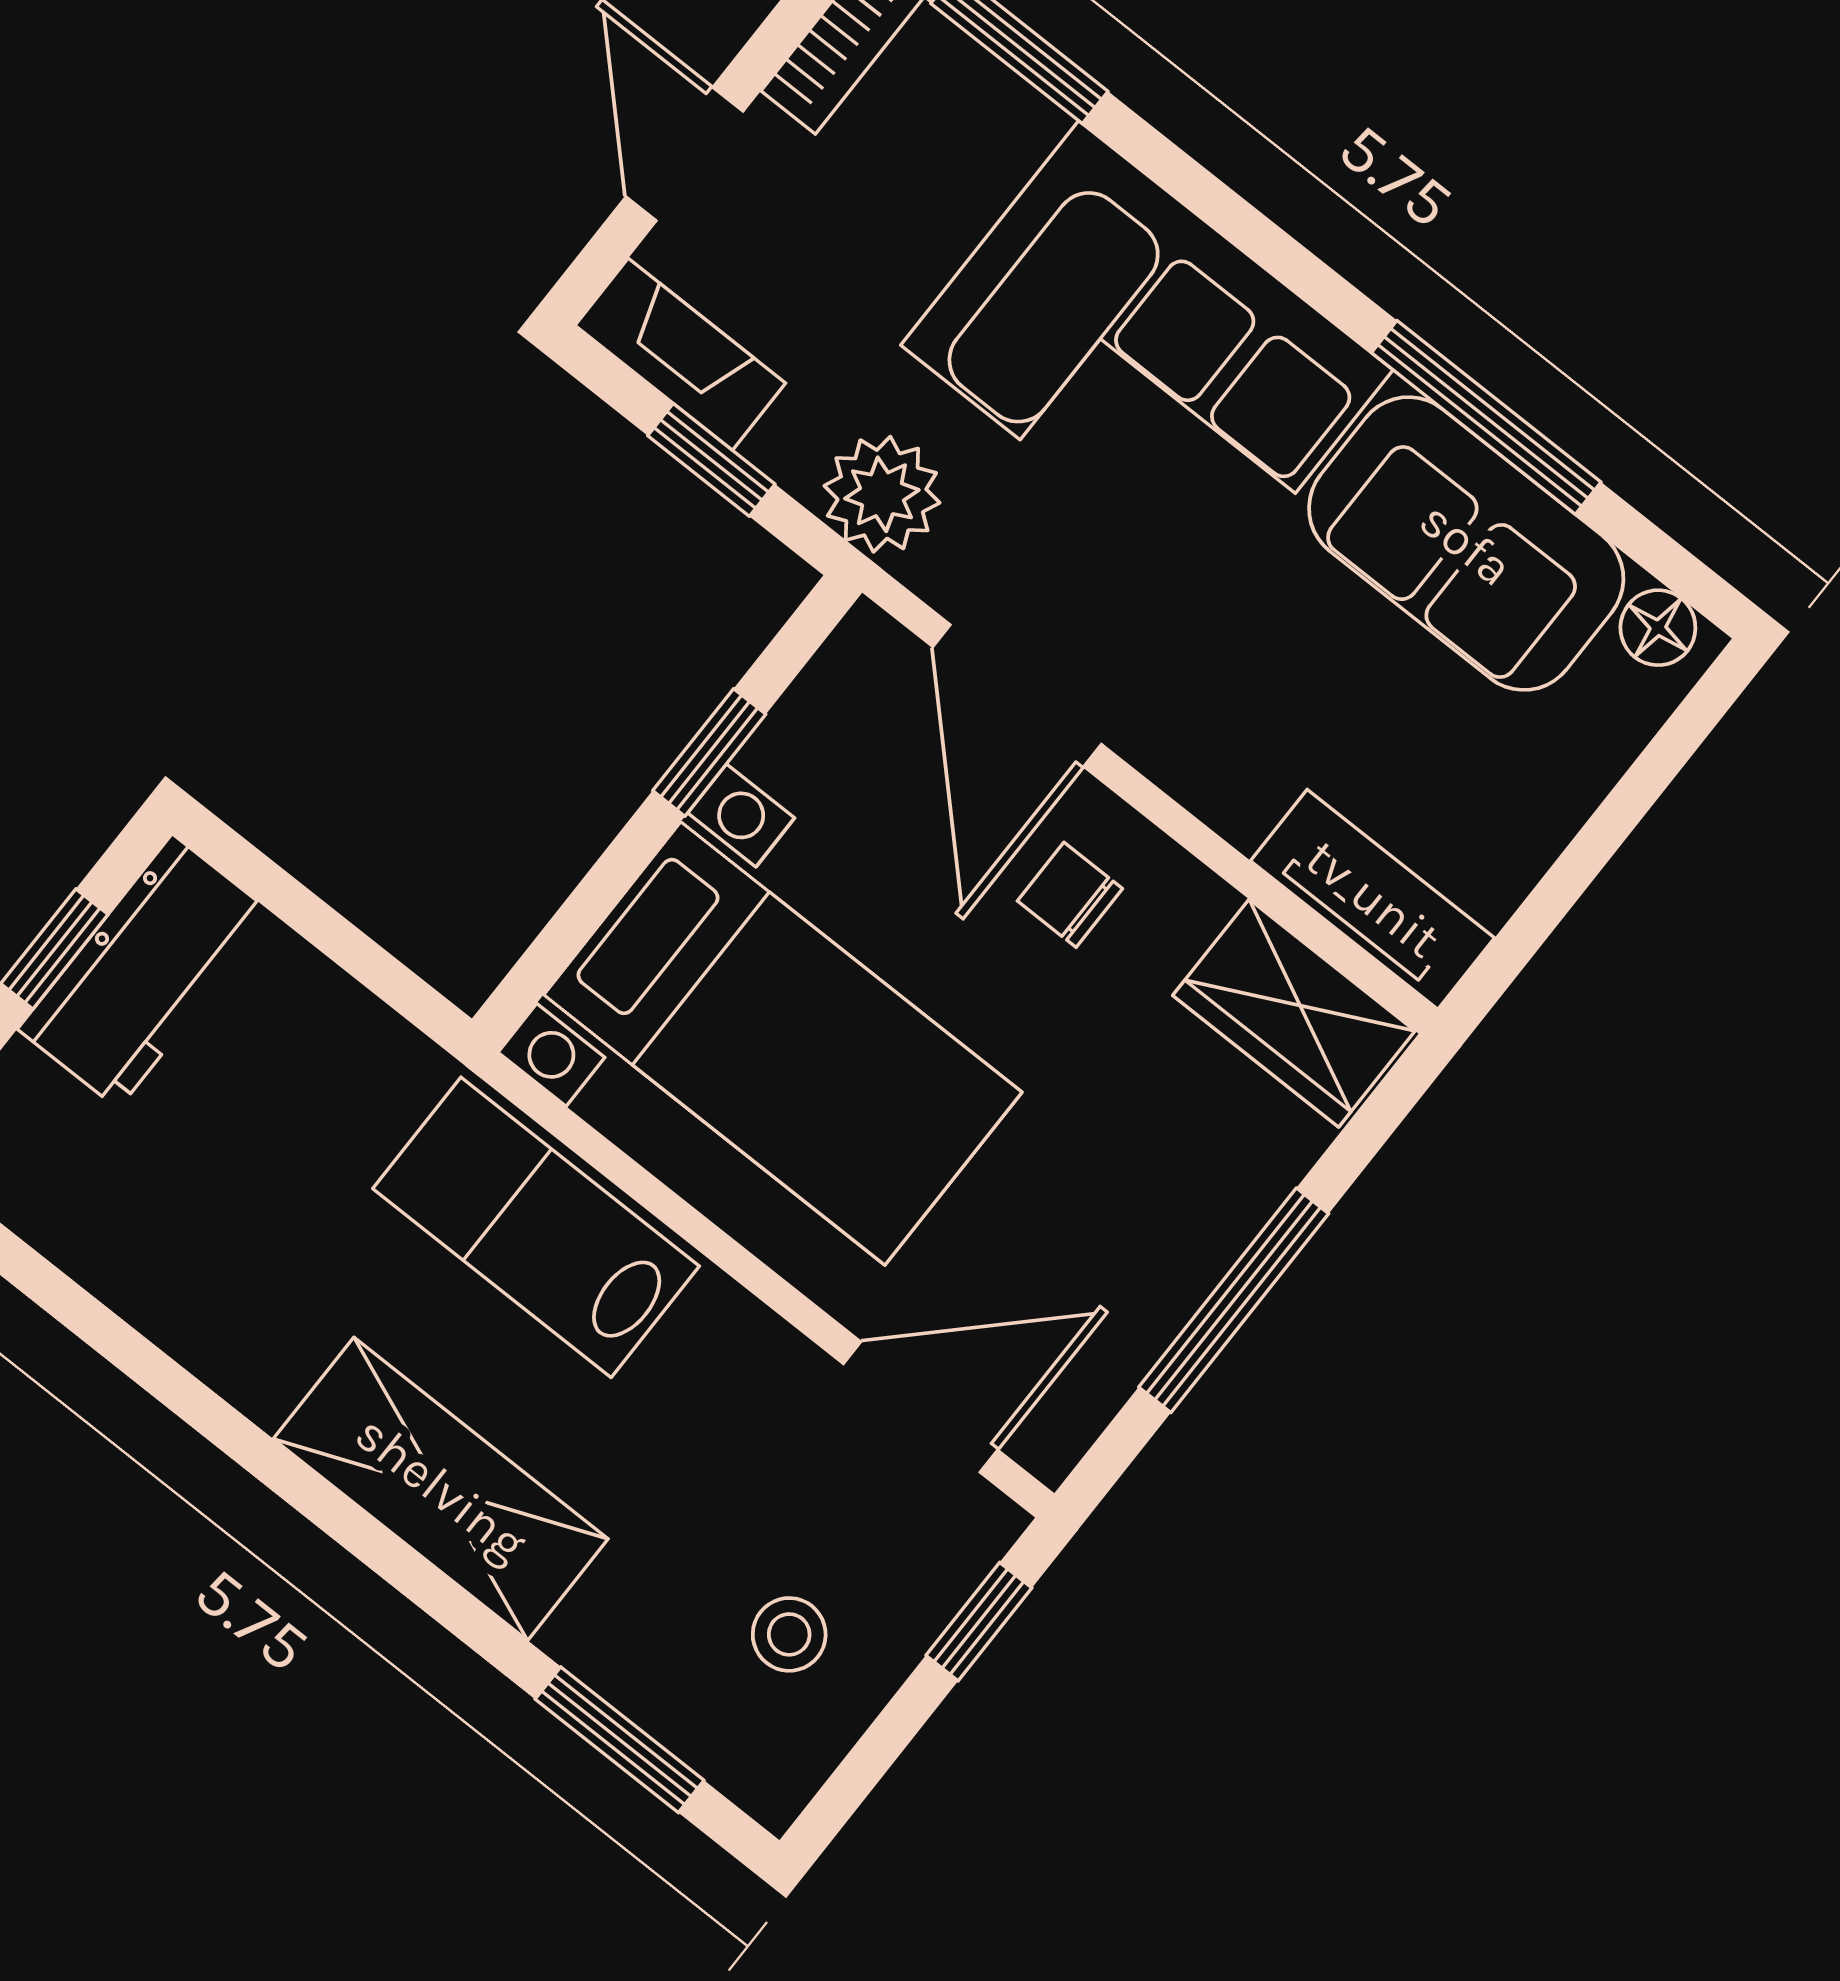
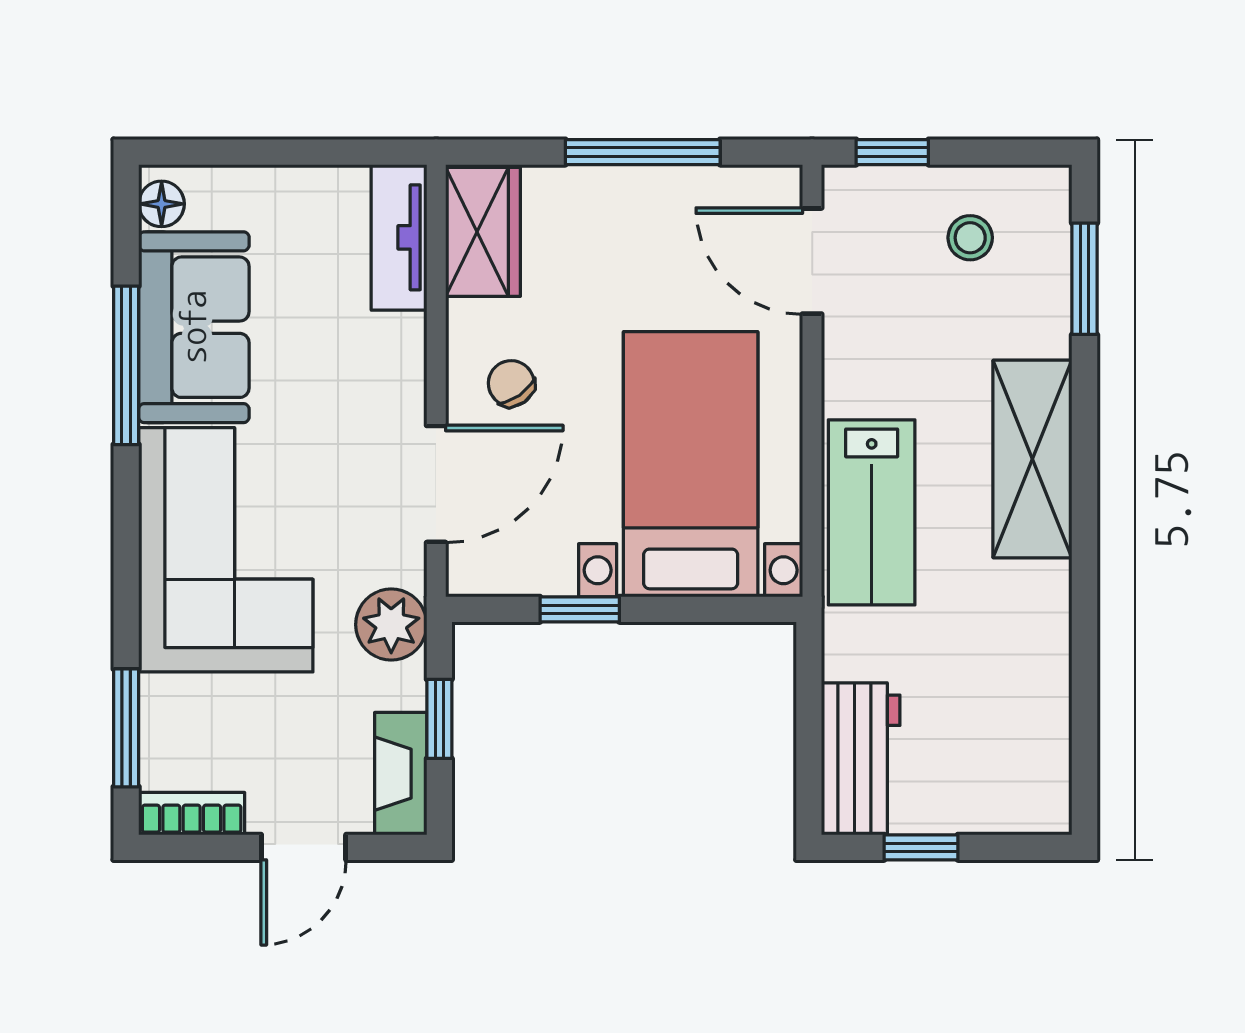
chair: (1070, 895) -> (511, 383), turned 145
workbench: (145, 971) -> (861, 759), moved, turned 90

